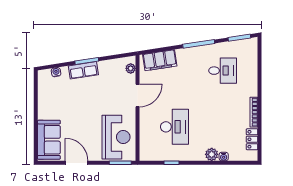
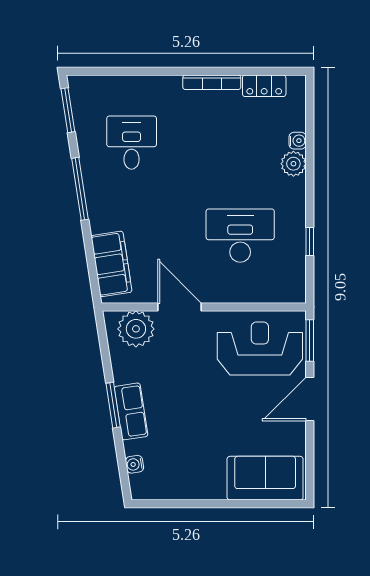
plant: (131, 68) -> (136, 329), width x1.87, depth x1.87
door: (77, 163) -> (310, 399), moved

